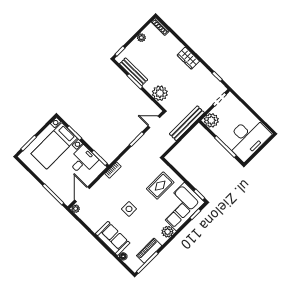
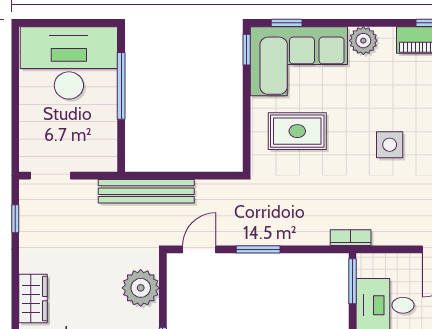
plant: (211, 120) -> (100, 154), removed
door: (154, 122) -> (199, 249), swing flipped

